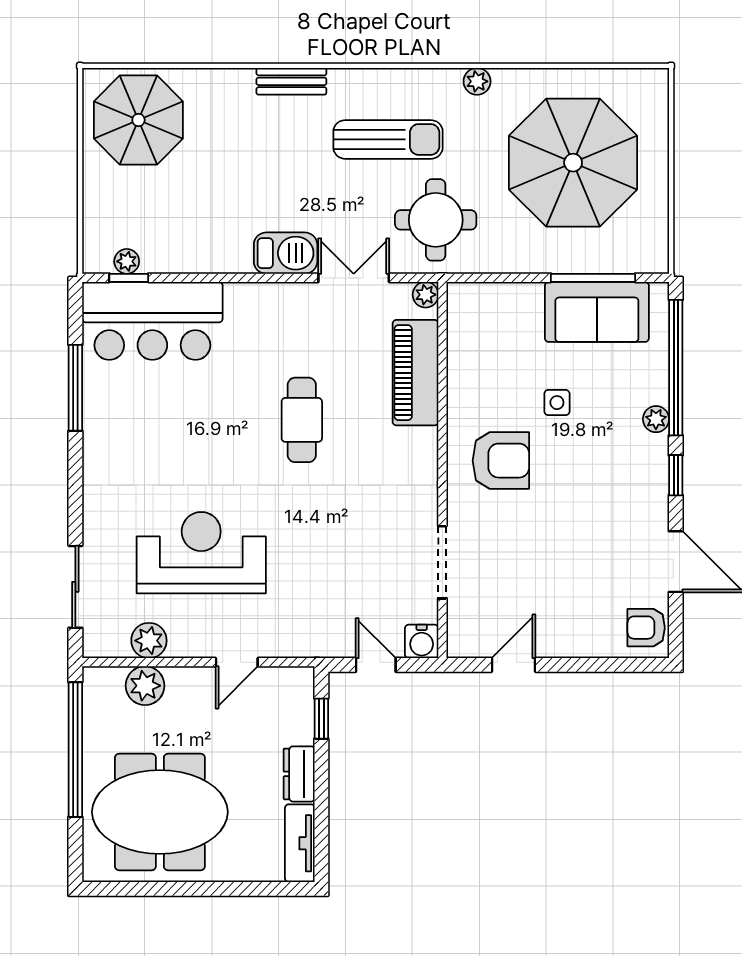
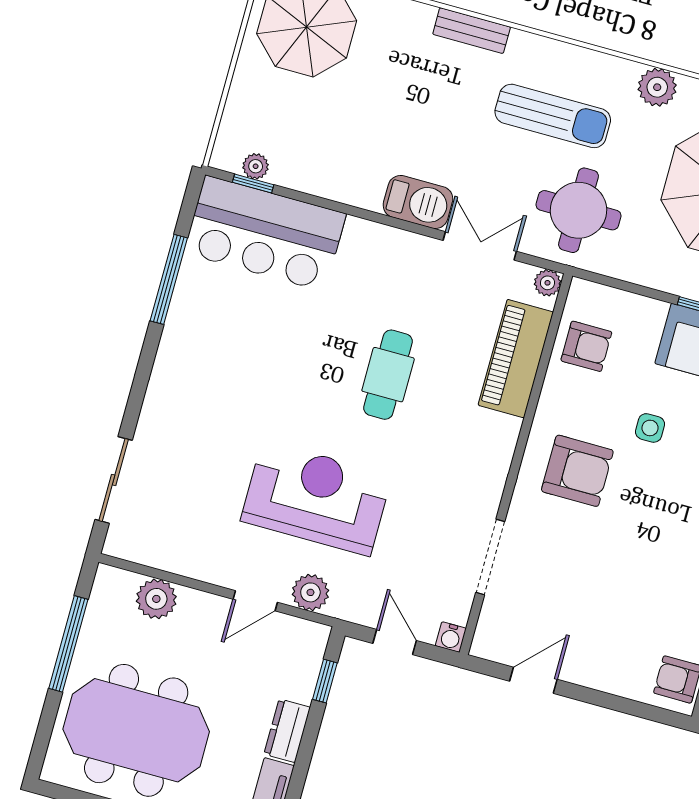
plant: (477, 81) -> (657, 87), width x1.38, depth x1.38
armchair: (478, 343) -> (586, 346), added
reception desk: (201, 553) -> (316, 498), moved
plant: (149, 641) -> (310, 592), moved
water cooler: (422, 641) -> (451, 637), width x0.72, depth x0.72
window: (75, 750) -> (68, 644), width x0.68

